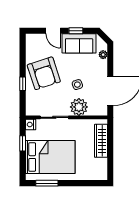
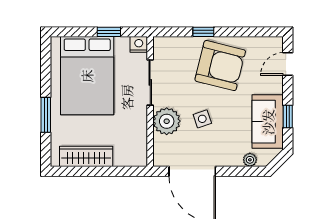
door: (53, 31) -> (288, 64), moved
armchair: (44, 73) -> (220, 66), turned -148
wardrobe: (101, 141) -> (86, 156), moved
window: (47, 183) -> (46, 115), moved

